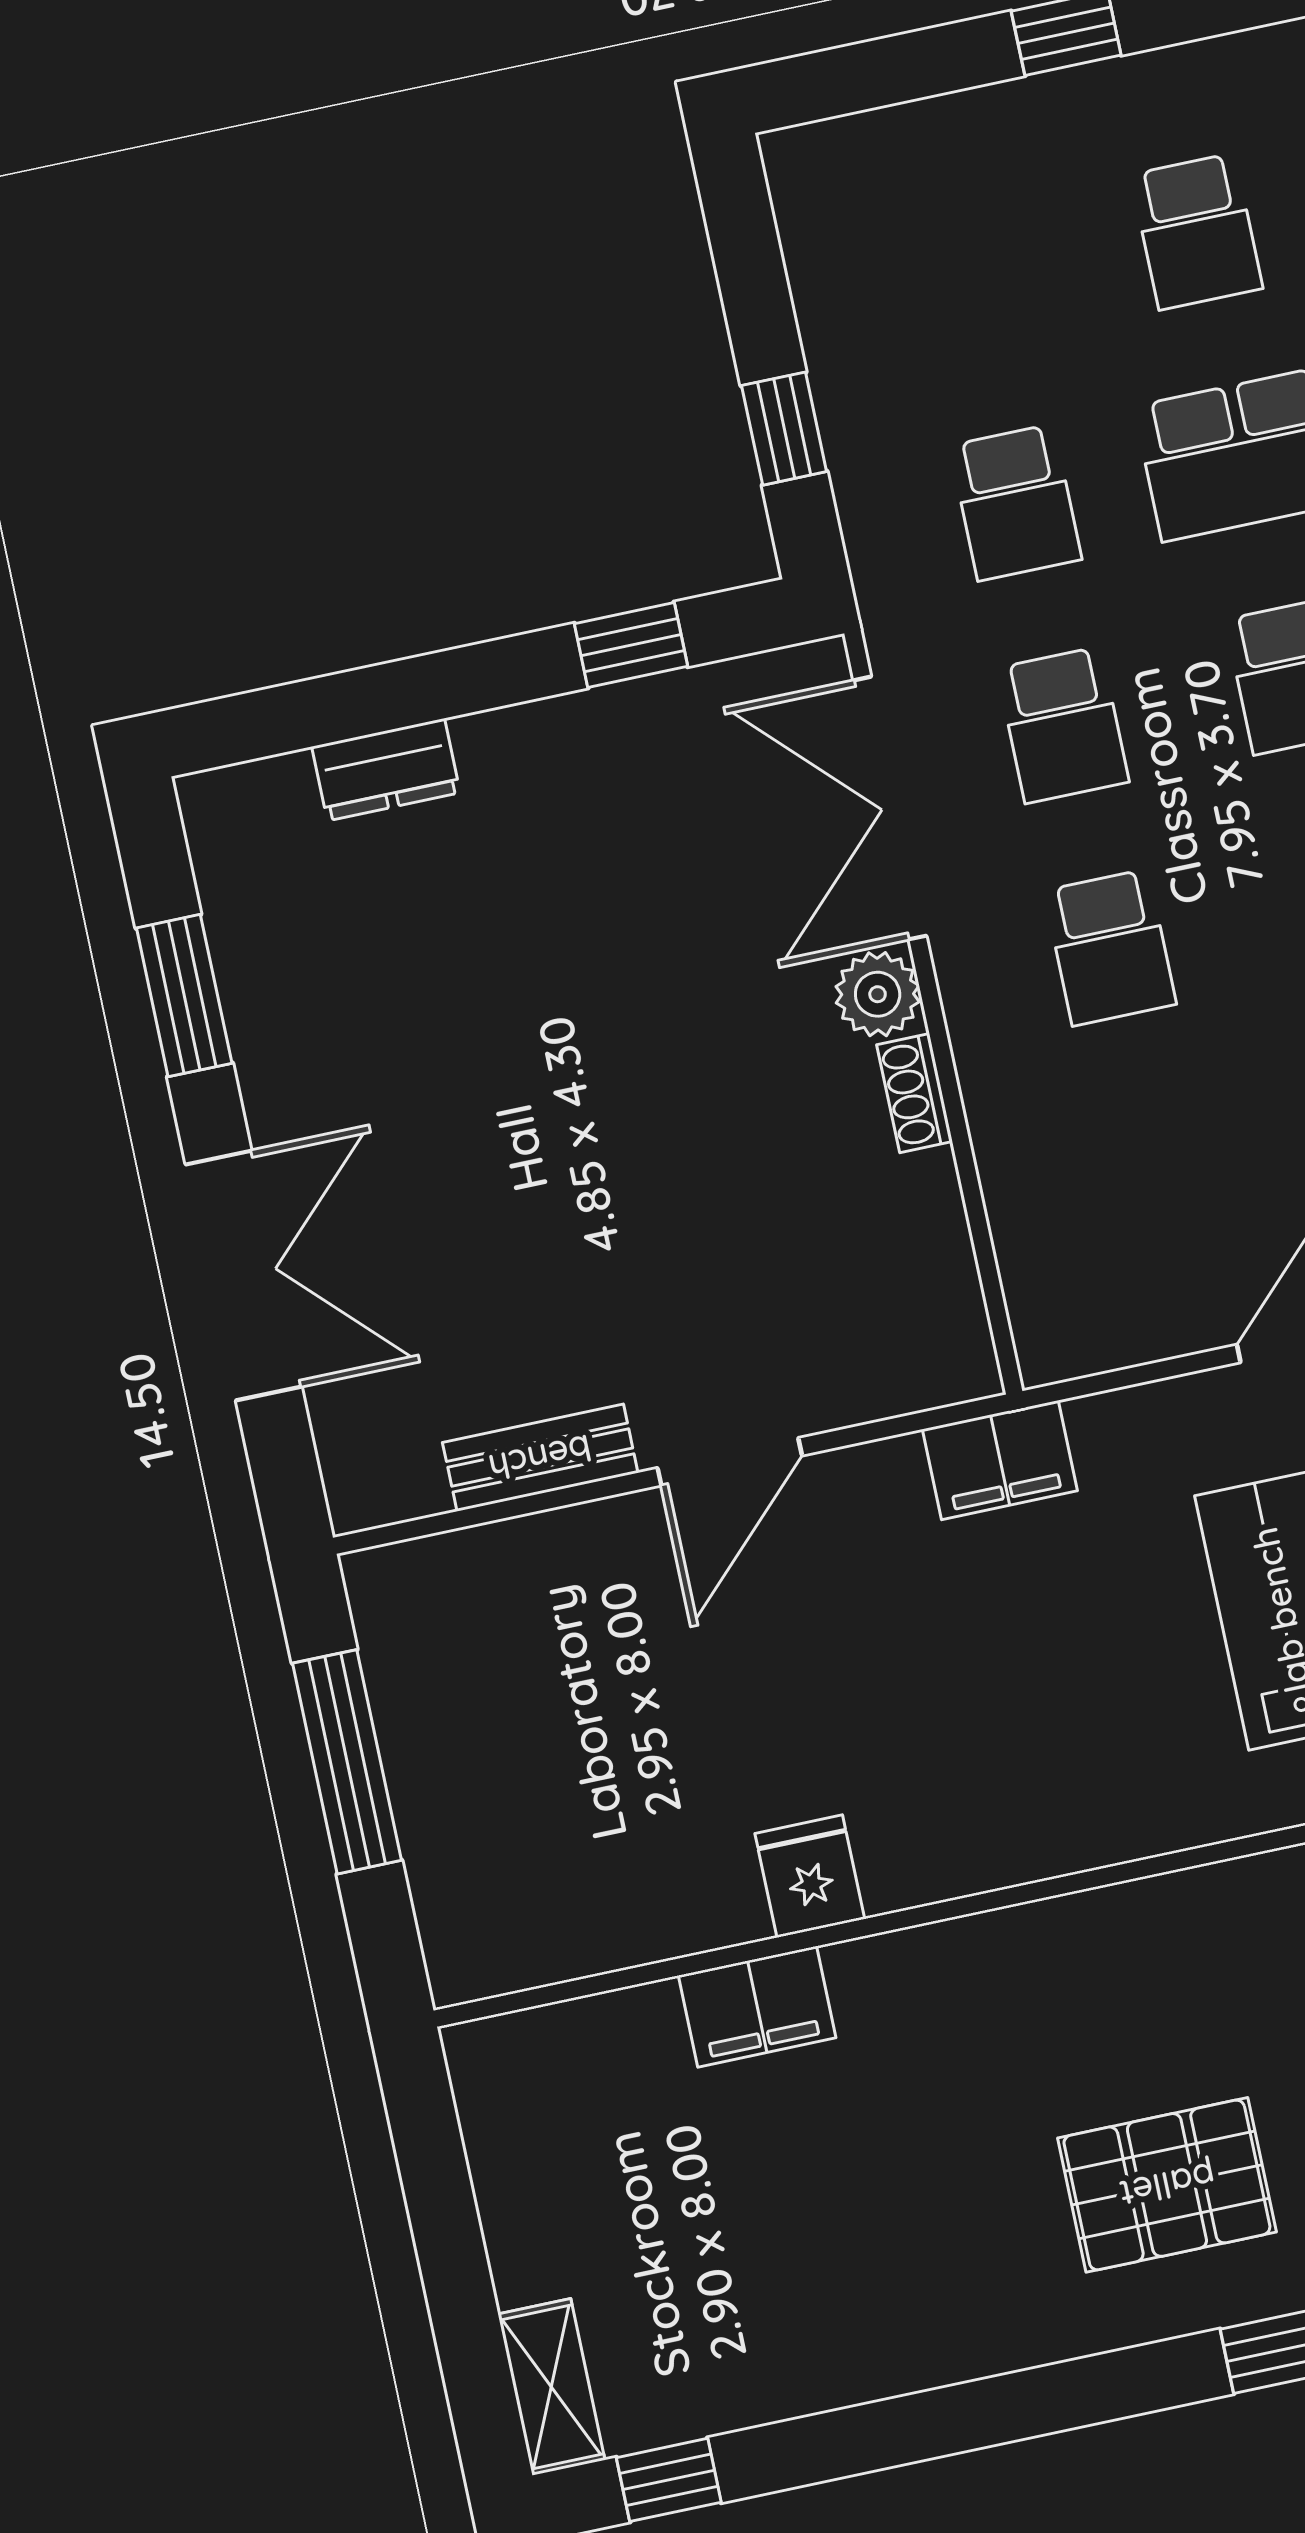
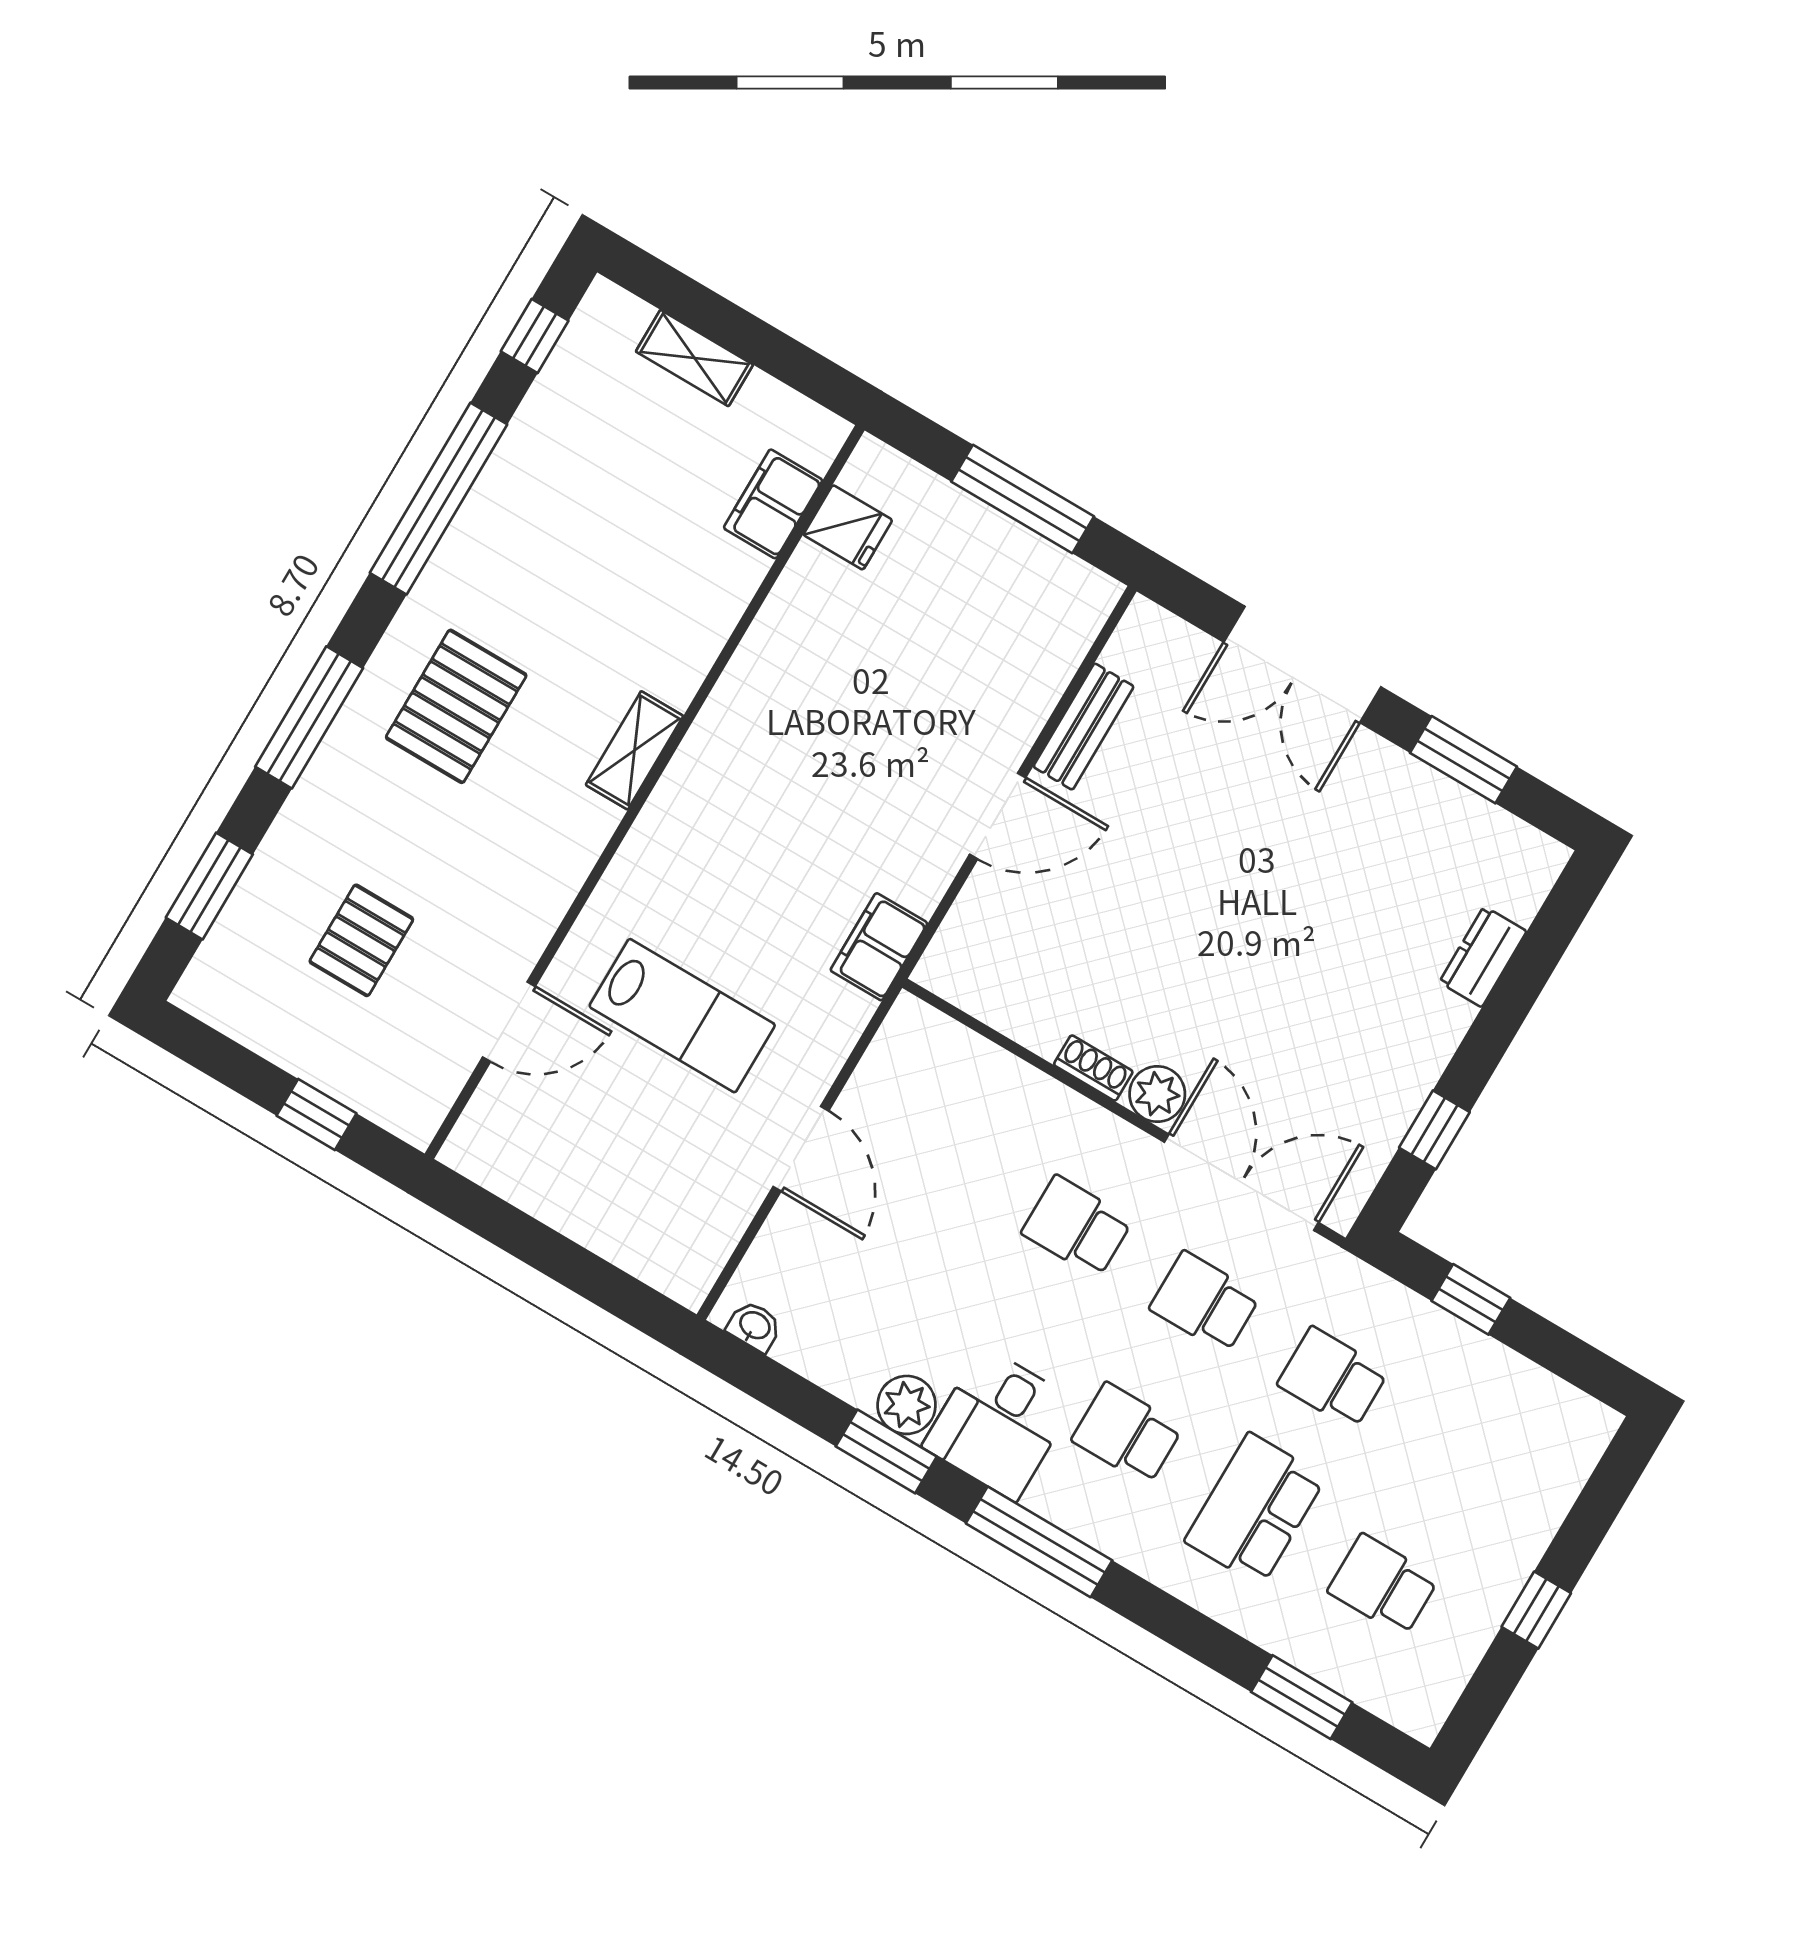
door: (730, 1462) -> (998, 816), swing flipped
fridge: (810, 1876) -> (848, 527), moved
shelving: (1032, 1939) -> (635, 750), added
filing cabinet: (757, 2007) -> (773, 504), moved
shelving: (551, 2387) -> (694, 358), moved
window: (951, 2420) -> (439, 499), added

